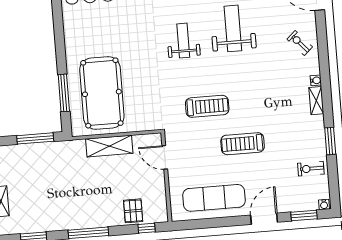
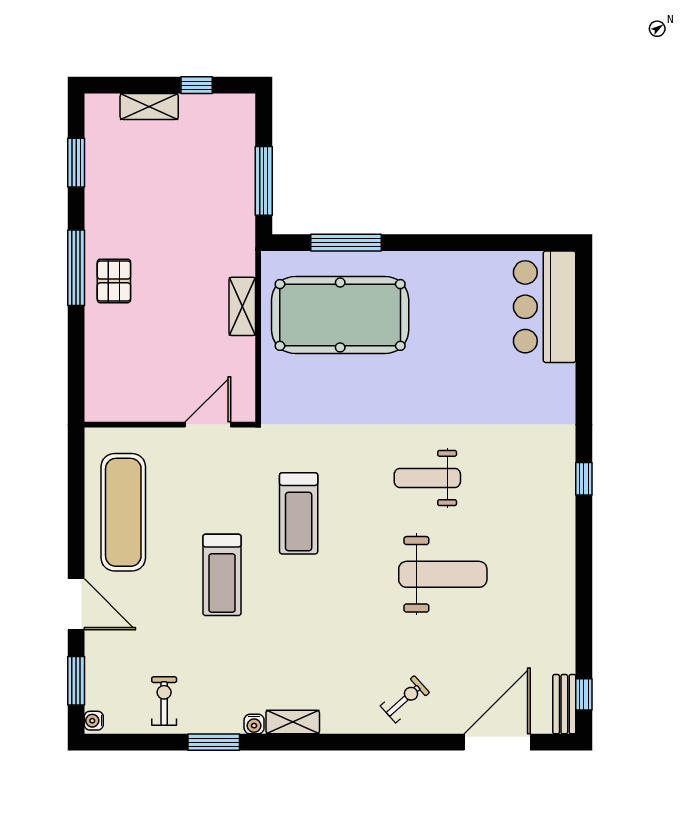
weight bench: (183, 41) -> (427, 478), turned 180
water cooler: (316, 80) -> (254, 724), moved
treadmill: (243, 144) -> (222, 575), turned 180
shelving: (109, 146) -> (242, 306), width x0.67, depth x0.75
pallet: (133, 211) -> (114, 281), moved, turned 90
window: (147, 228) -> (76, 379), removed

